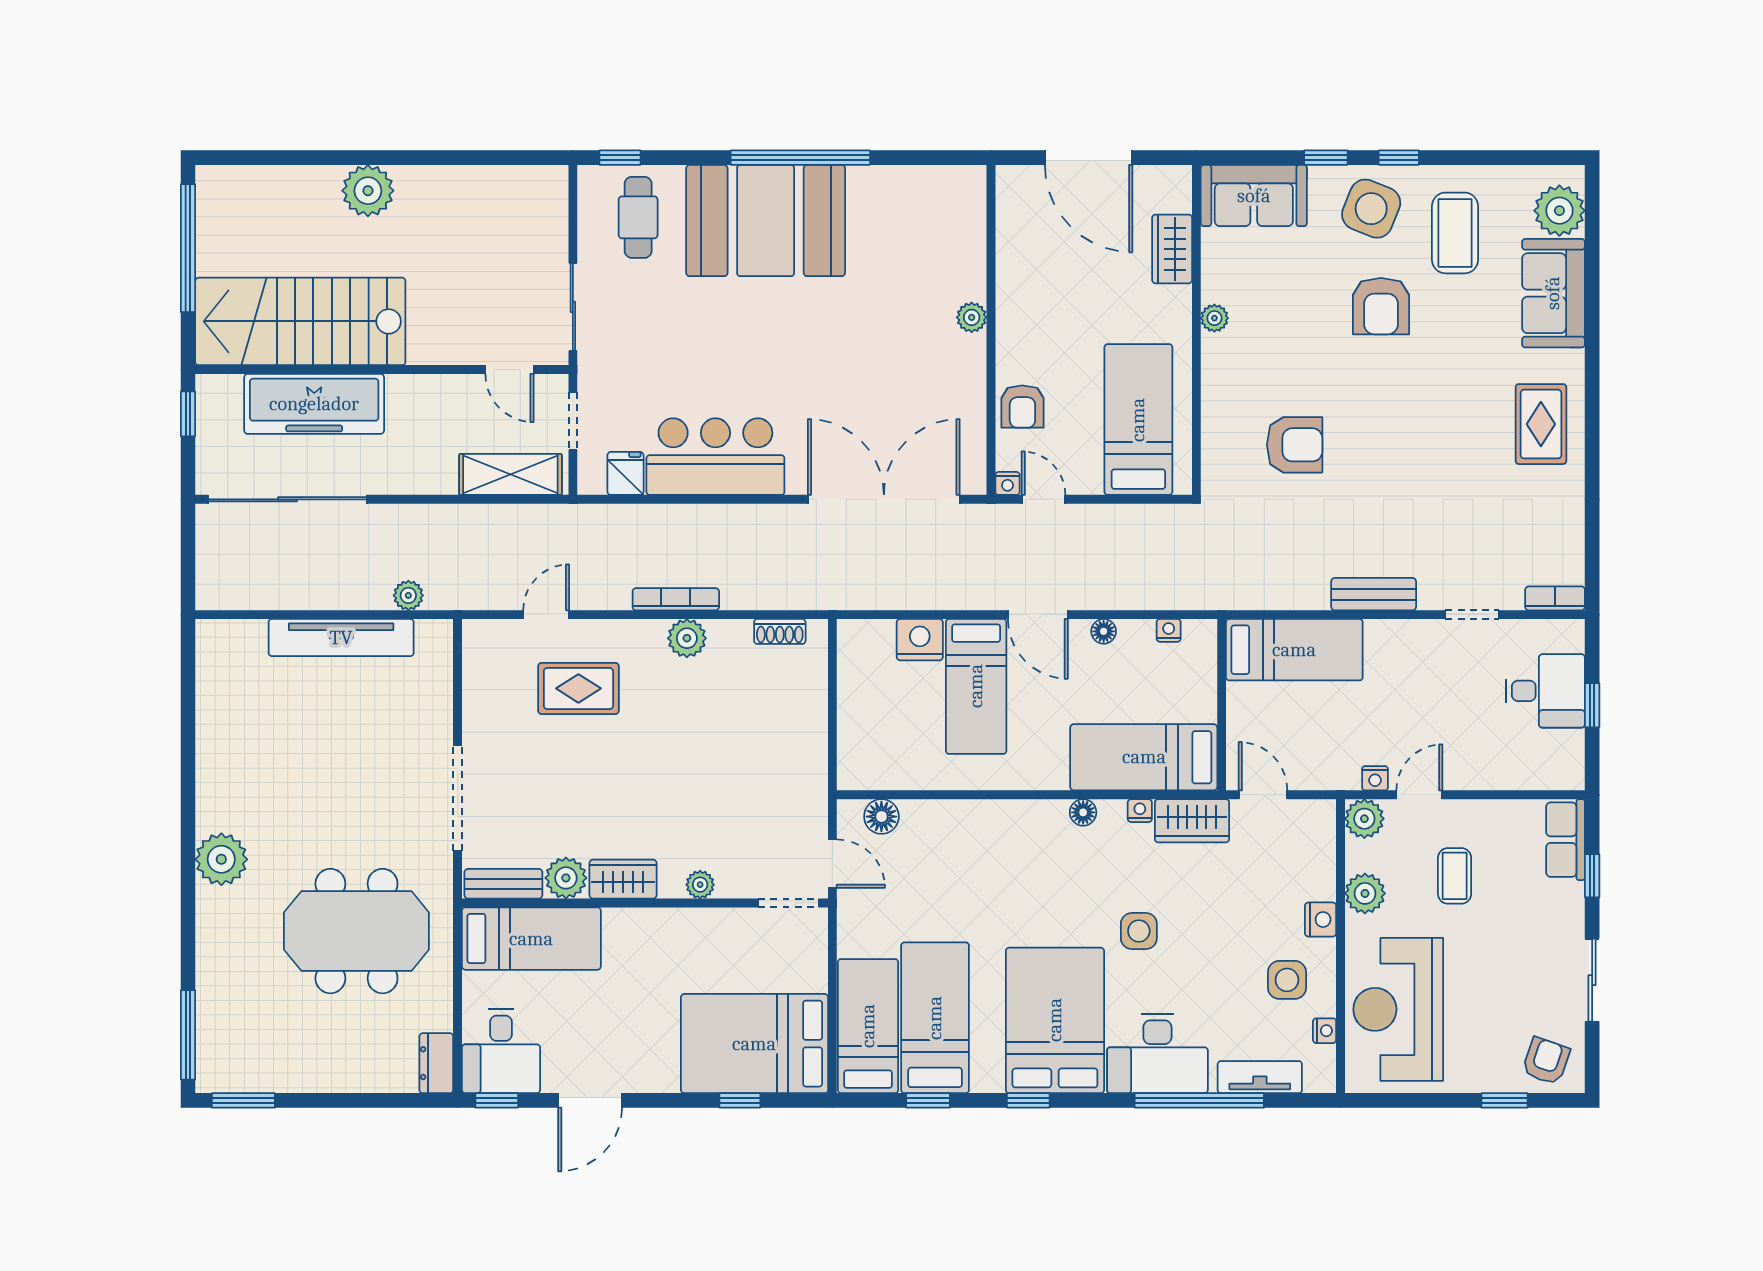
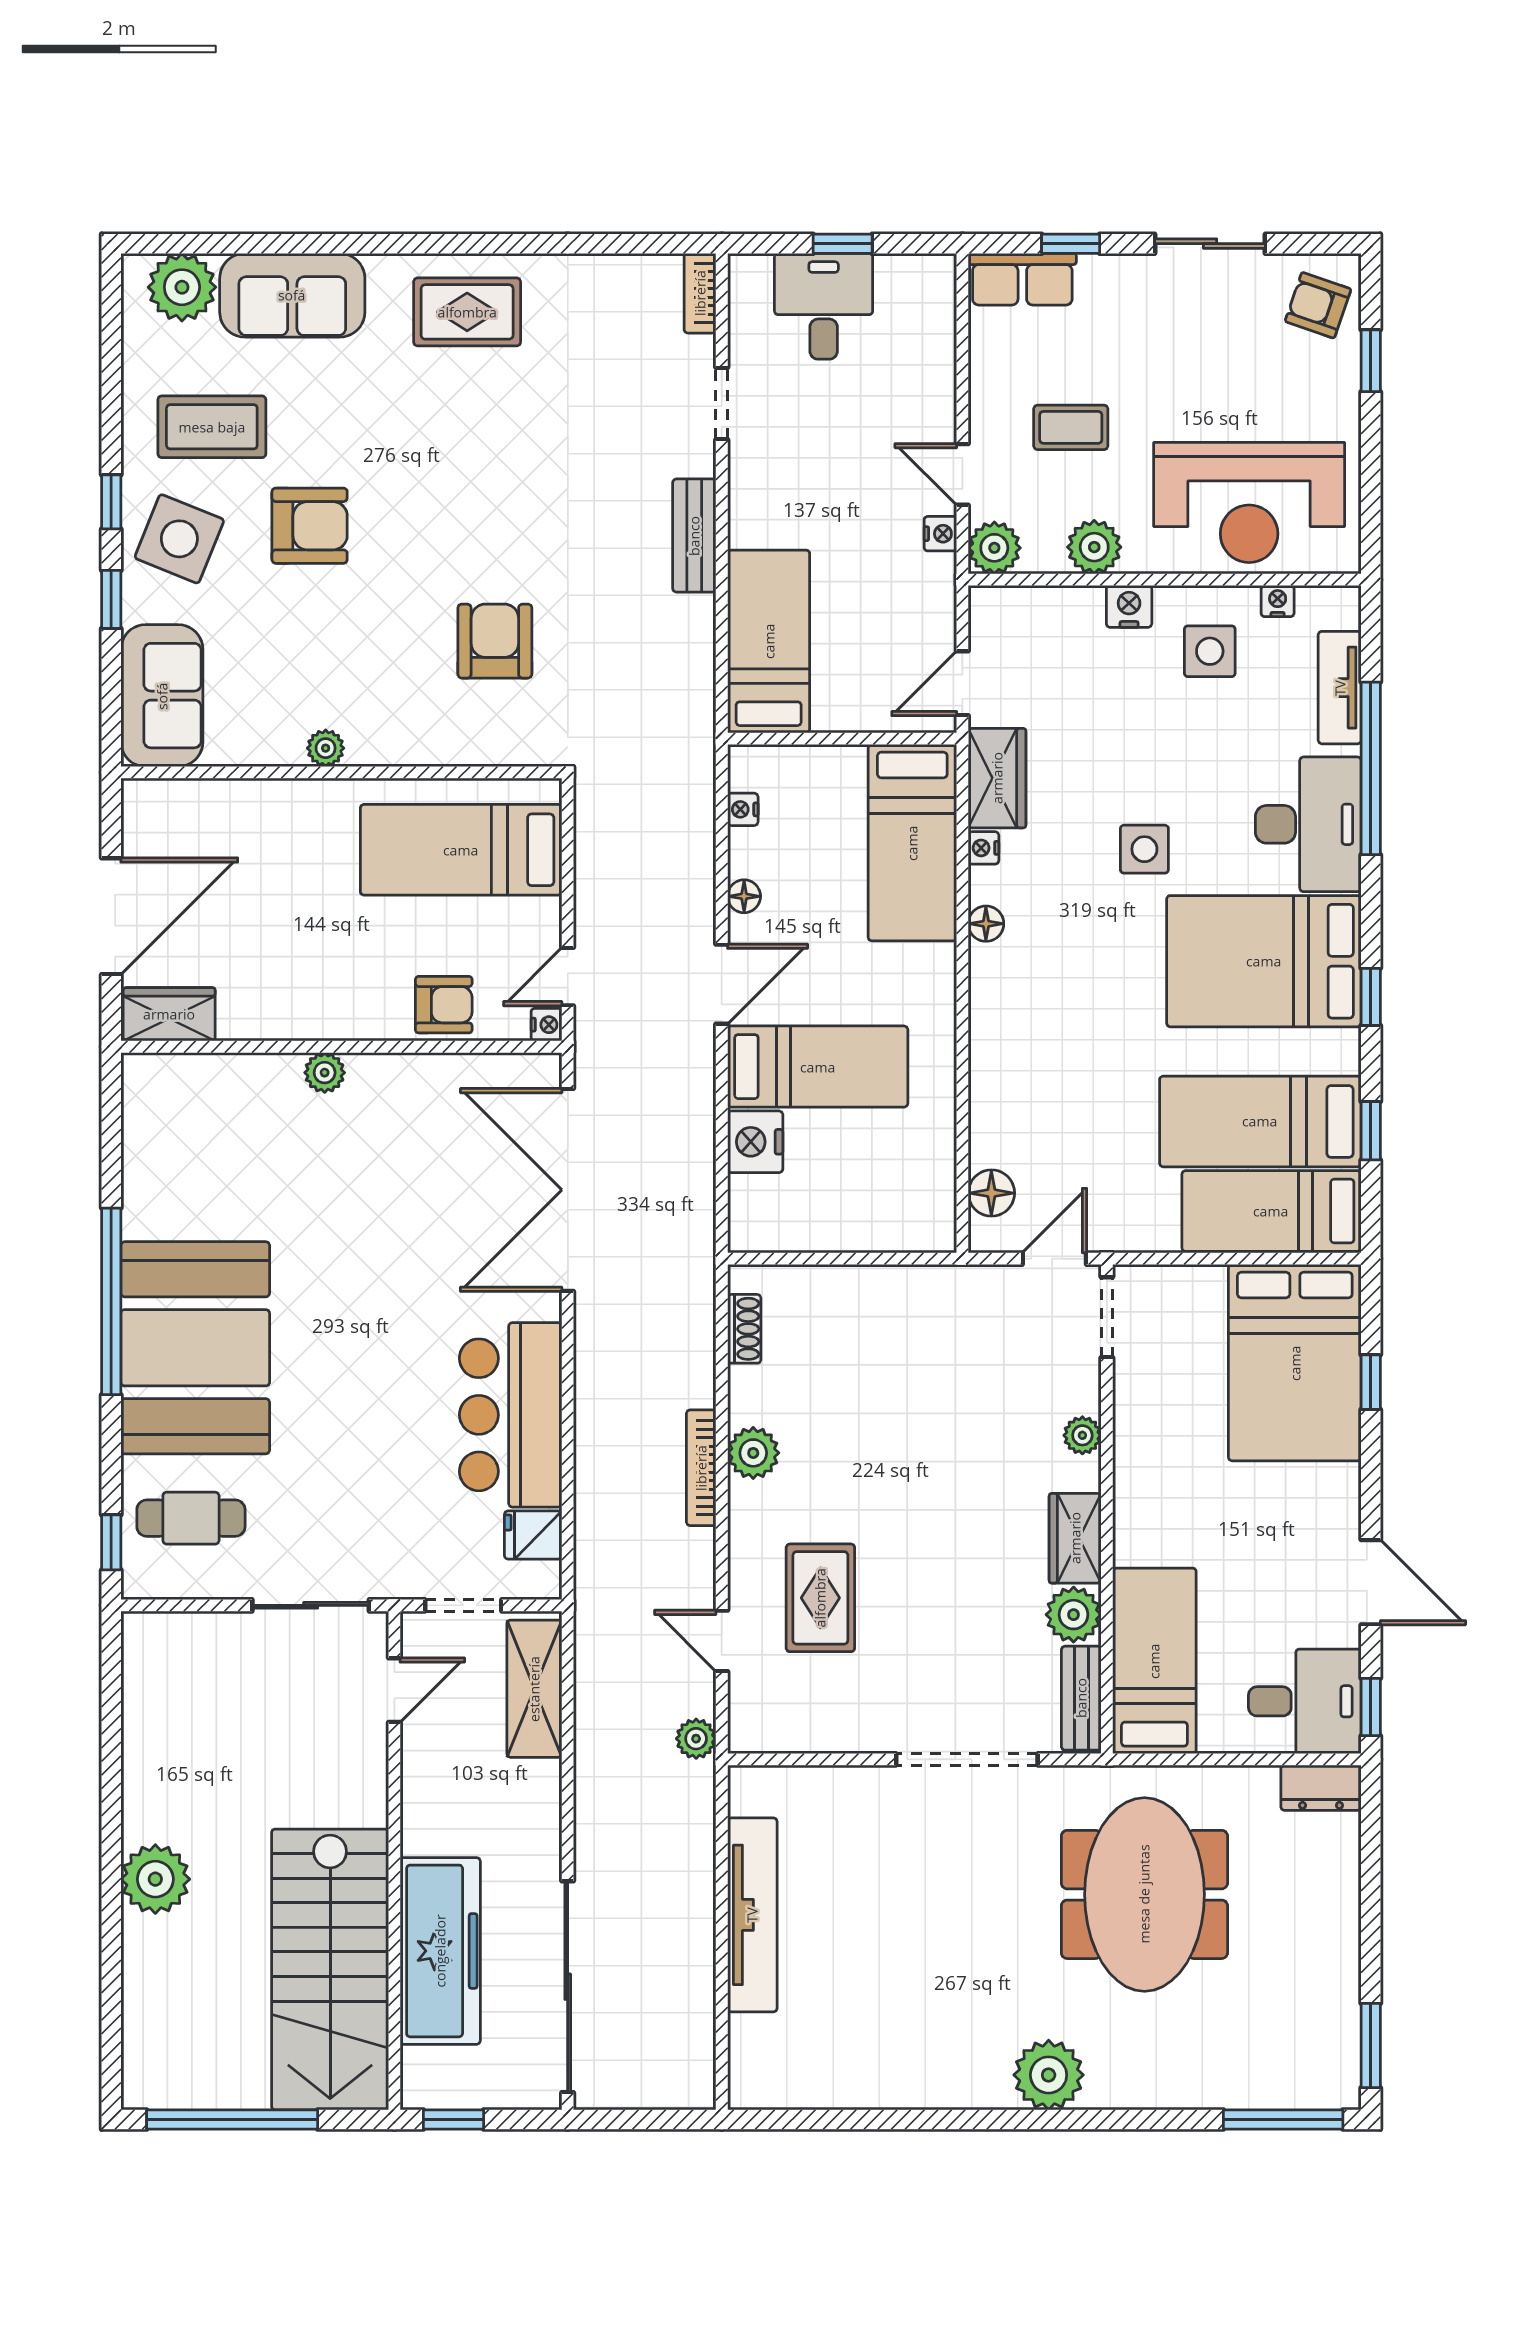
wardrobe: (1172, 249) -> (169, 1014), moved, turned 180
plant: (408, 595) -> (696, 1739), moved

